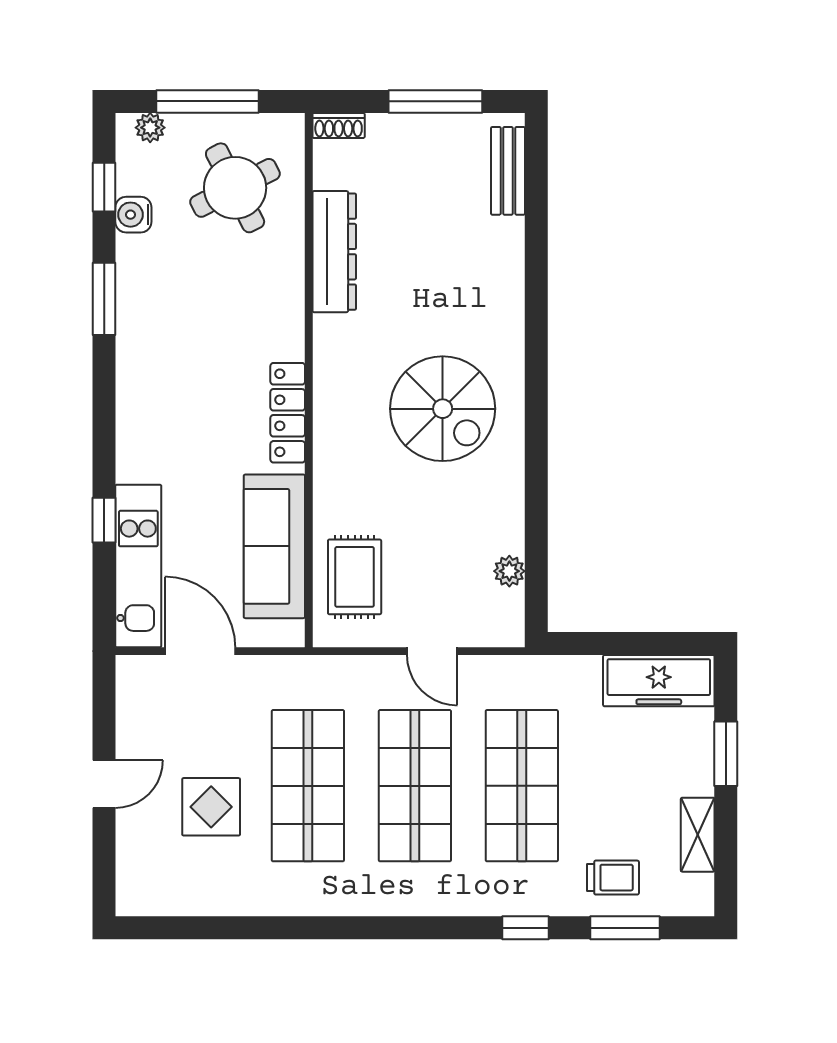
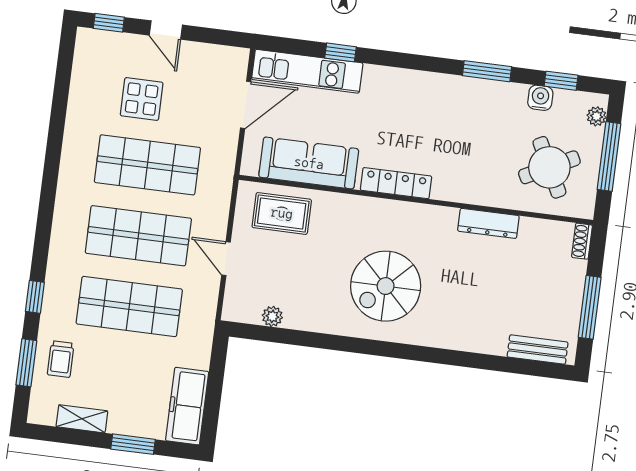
dresser: (334, 252) -> (488, 223), width x0.73, depth x0.80
door: (432, 651) -> (226, 259), hinge flipped
window: (104, 870) -> (109, 23), added

